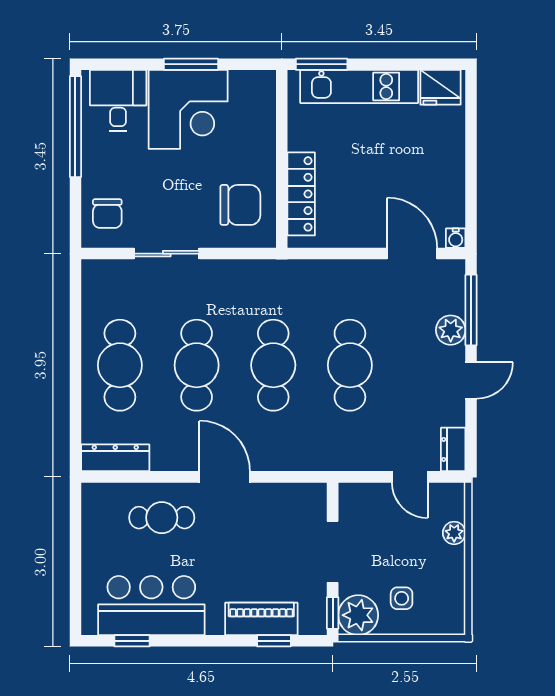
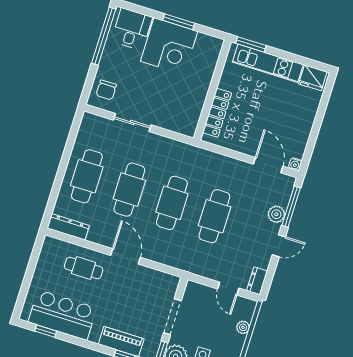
chair: (240, 205) -> (181, 108), removed

